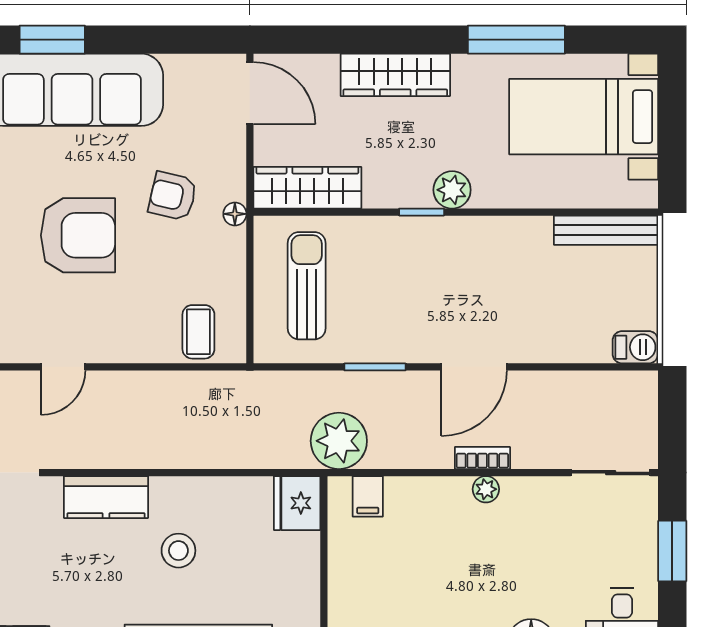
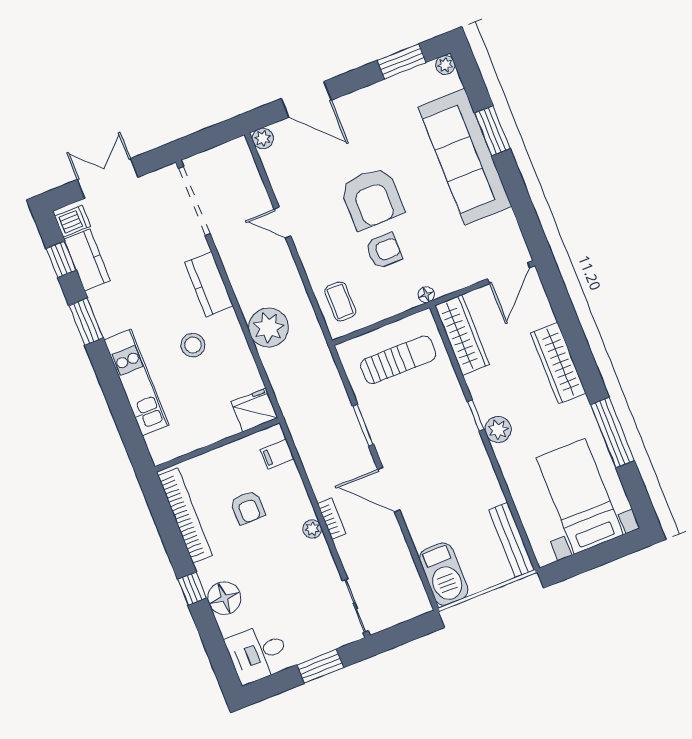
armchair: (173, 196) -> (384, 251), moved, turned 77
coffee table: (198, 332) -> (340, 301), turned 90
barbecue: (635, 347) -> (444, 574), width x1.88, depth x1.53
plant: (339, 441) -> (269, 328), moved
armchair: (423, 563) -> (248, 507), added

